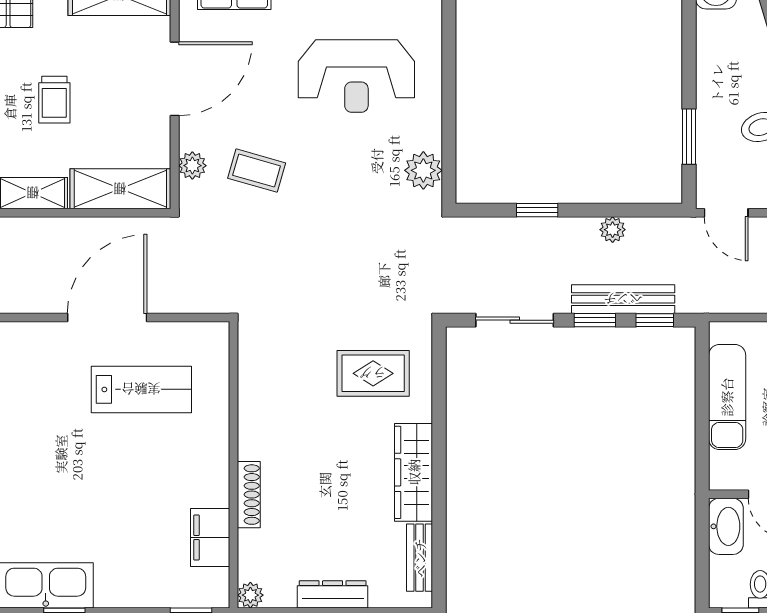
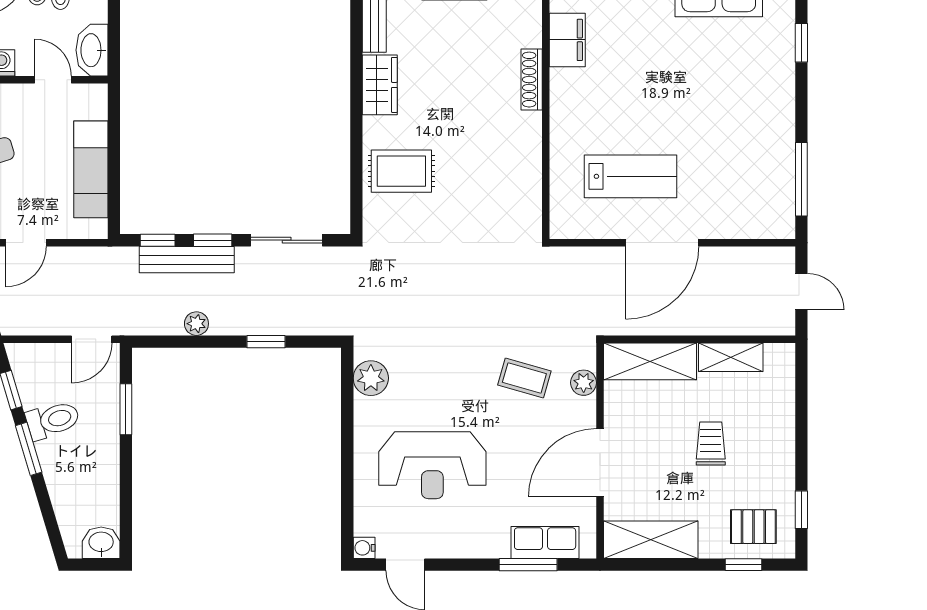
reception desk: (356, 76) -> (432, 465), turned 180
door: (726, 213) -> (92, 339), swing flipped
rug: (373, 373) -> (401, 171), moved
lab bench: (141, 389) -> (631, 176), turned 180
wardrobe: (414, 472) -> (380, 85), width x0.67

